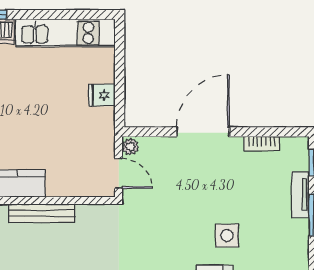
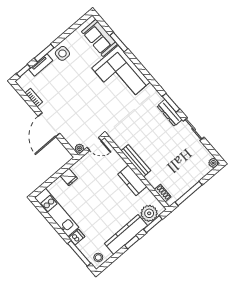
door: (203, 132) -> (49, 125), hinge flipped
door: (119, 173) -> (94, 144), swing flipped
side table: (227, 236) -> (62, 53), moved

